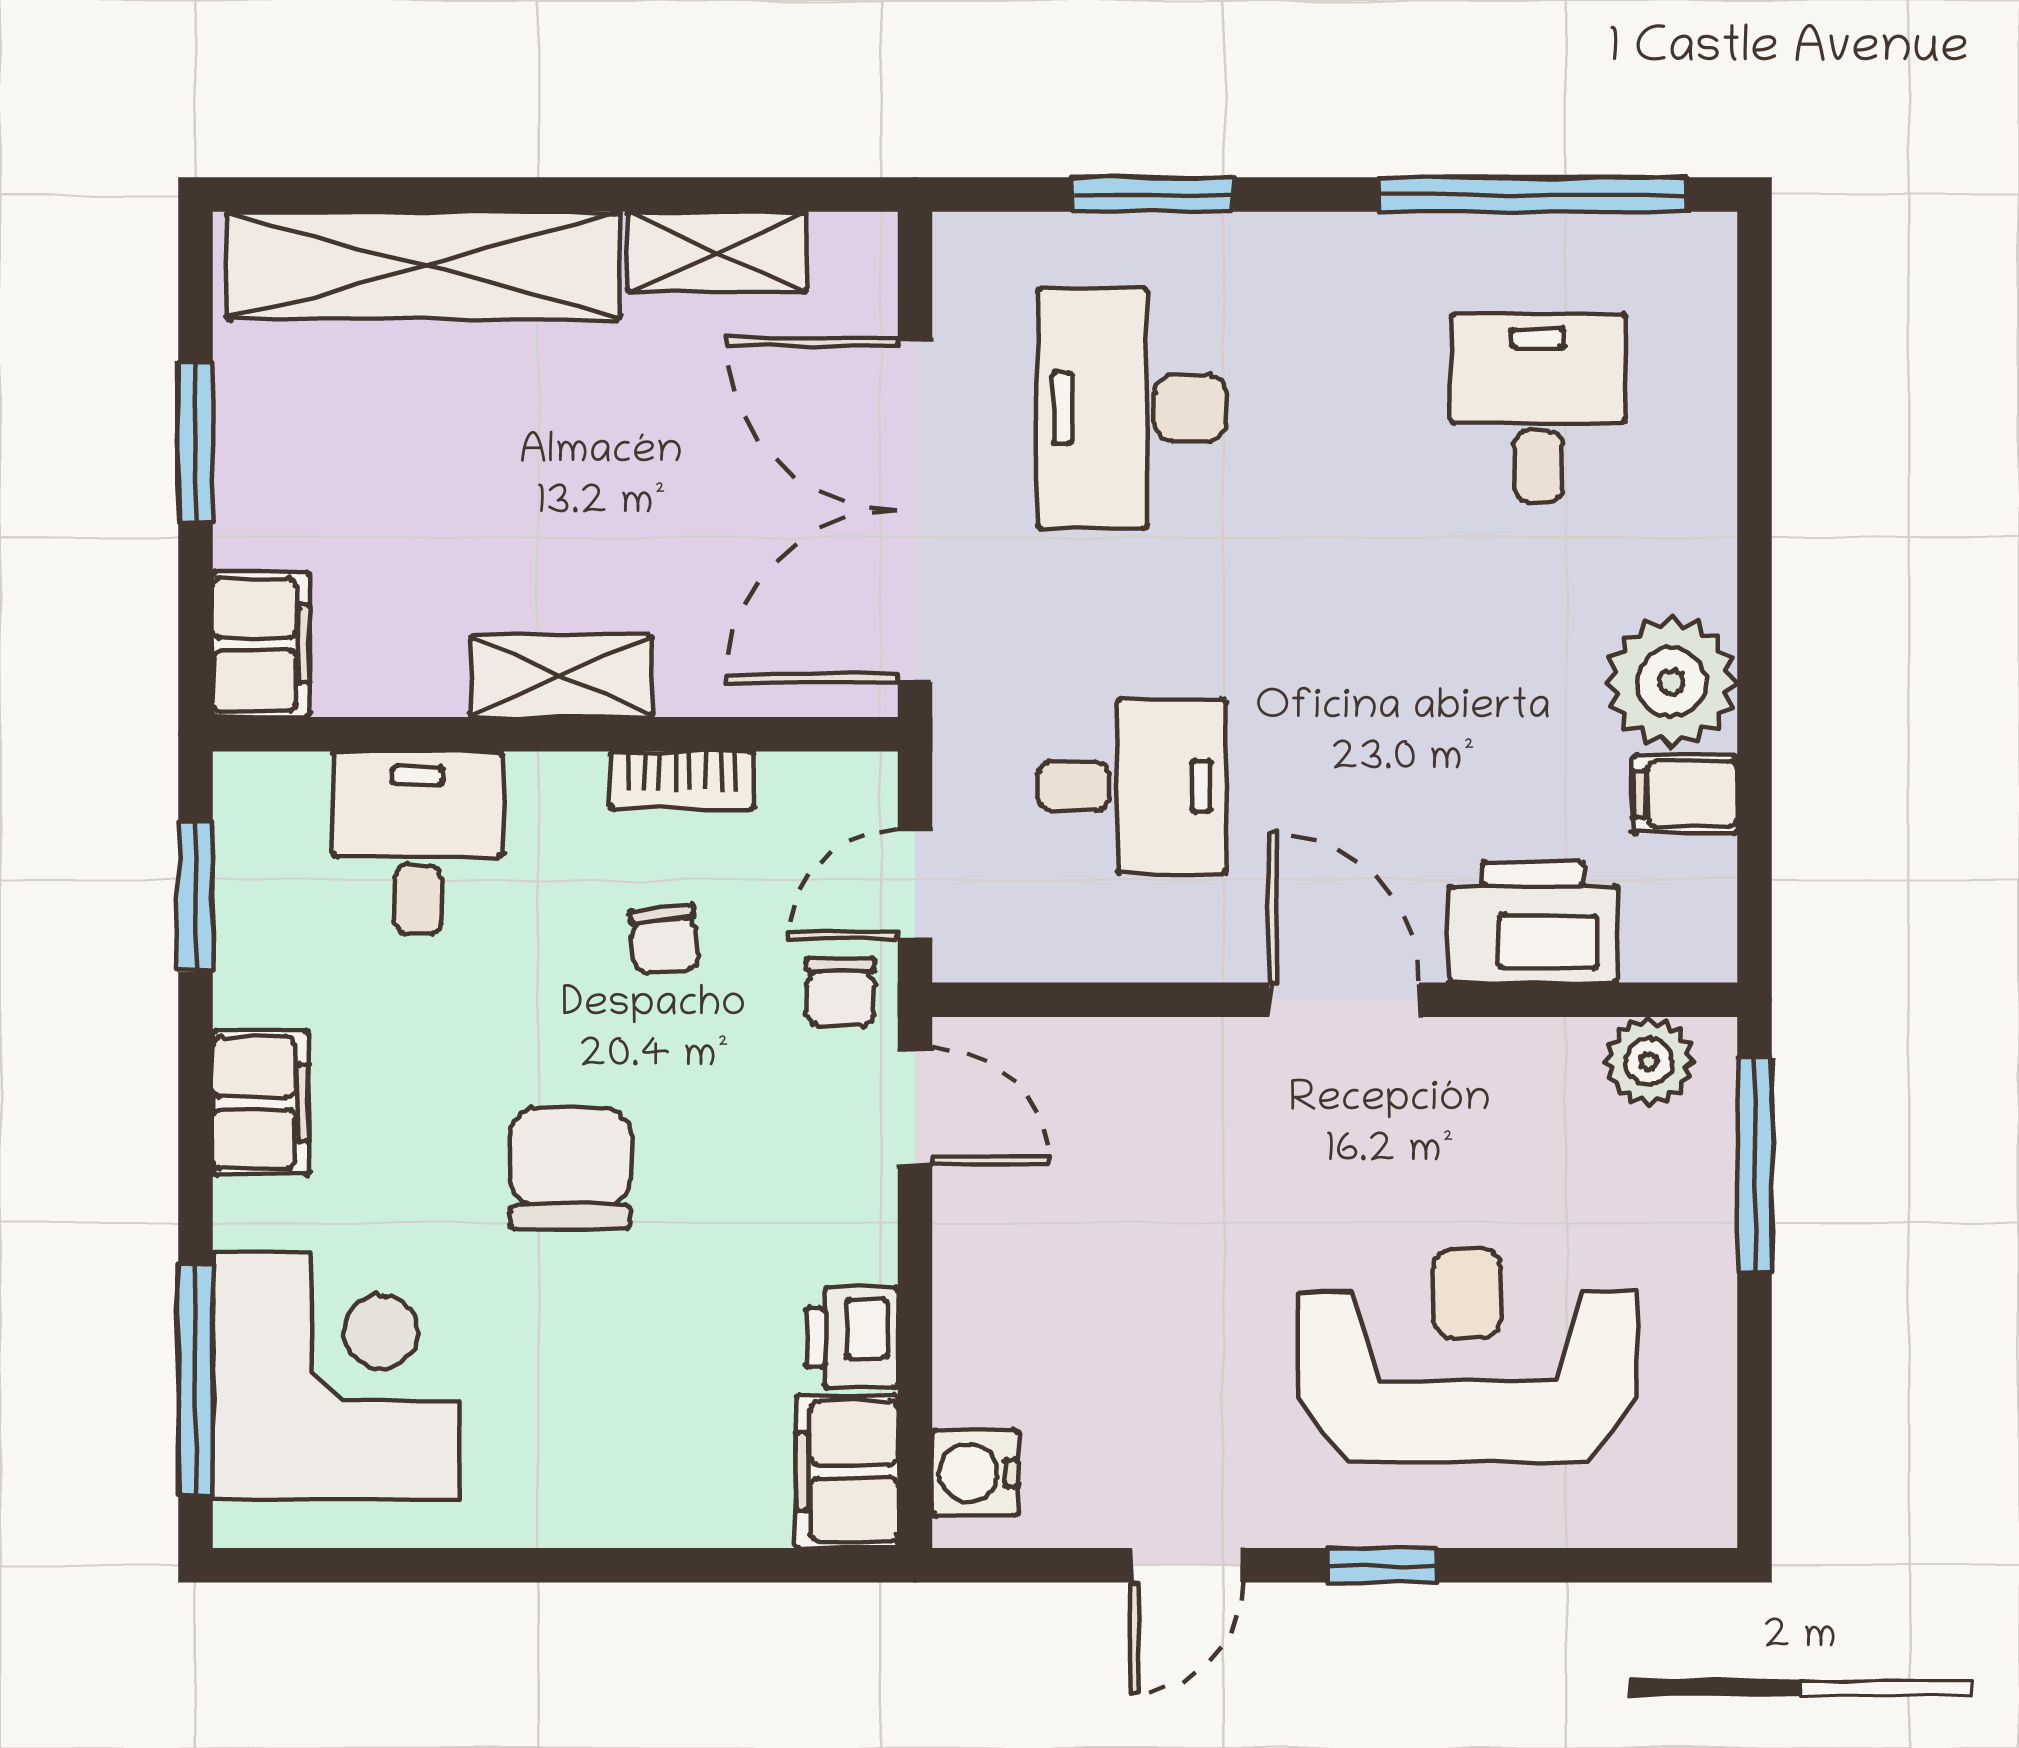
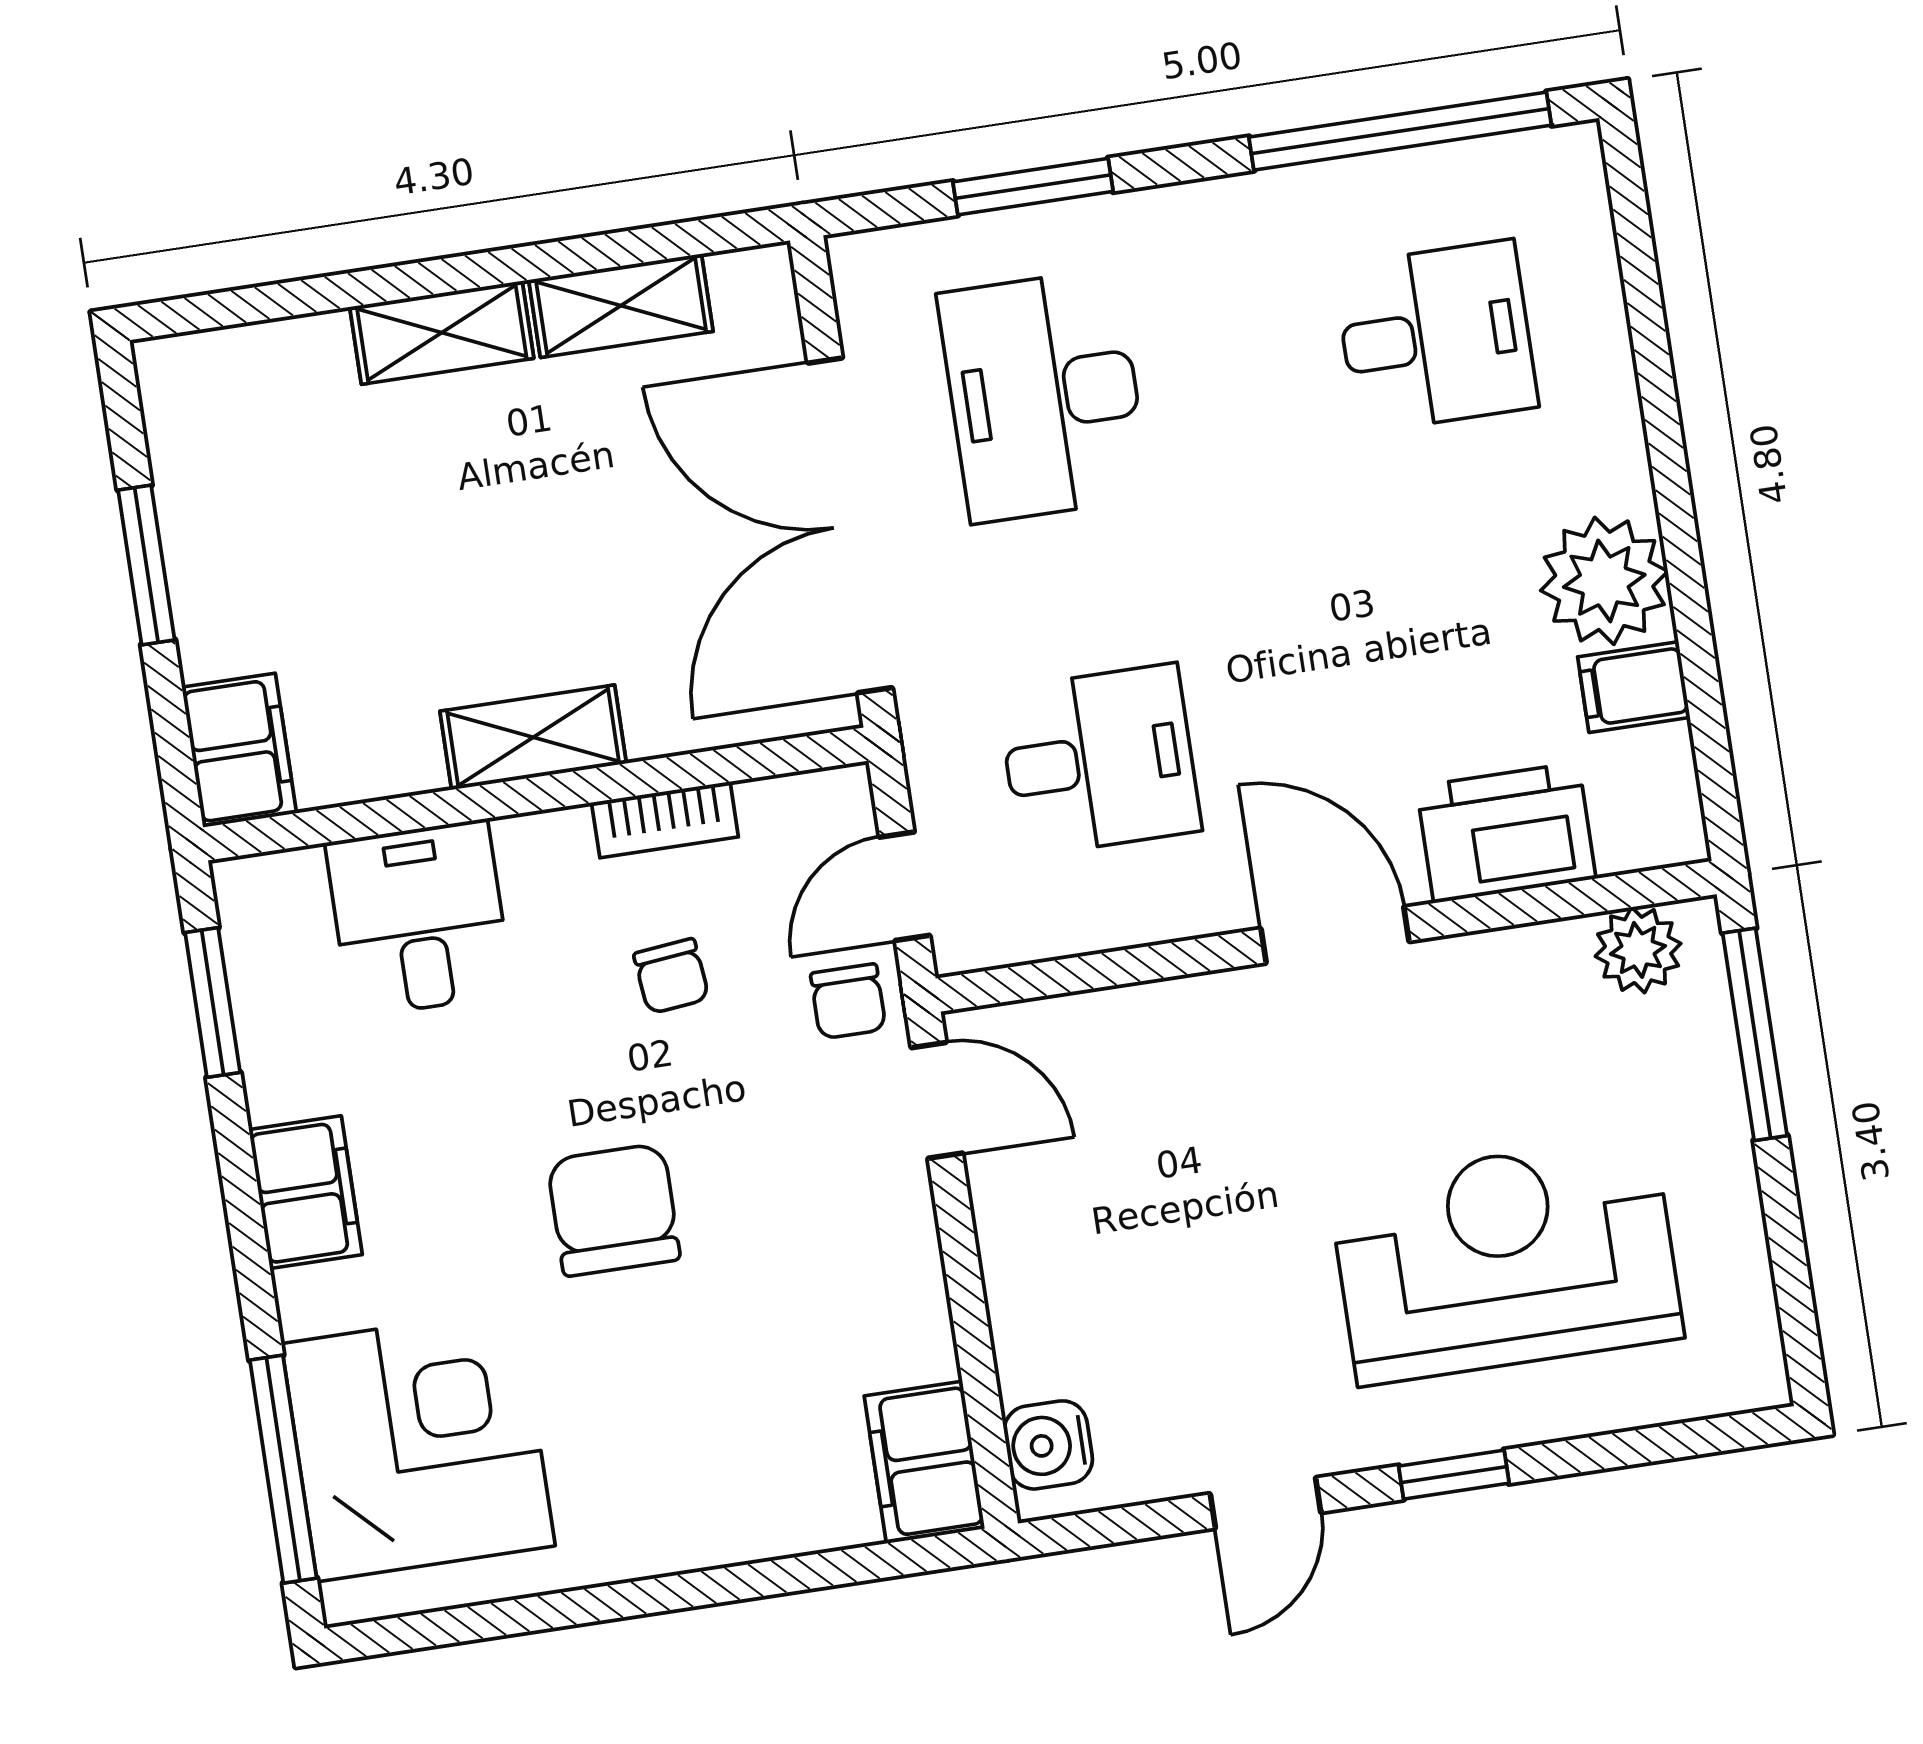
shelving: (423, 265) -> (442, 333), width x0.45, depth x0.75
desk: (1538, 408) -> (1436, 336), turned 90
printer: (852, 1338) -> (910, 1333), removed

